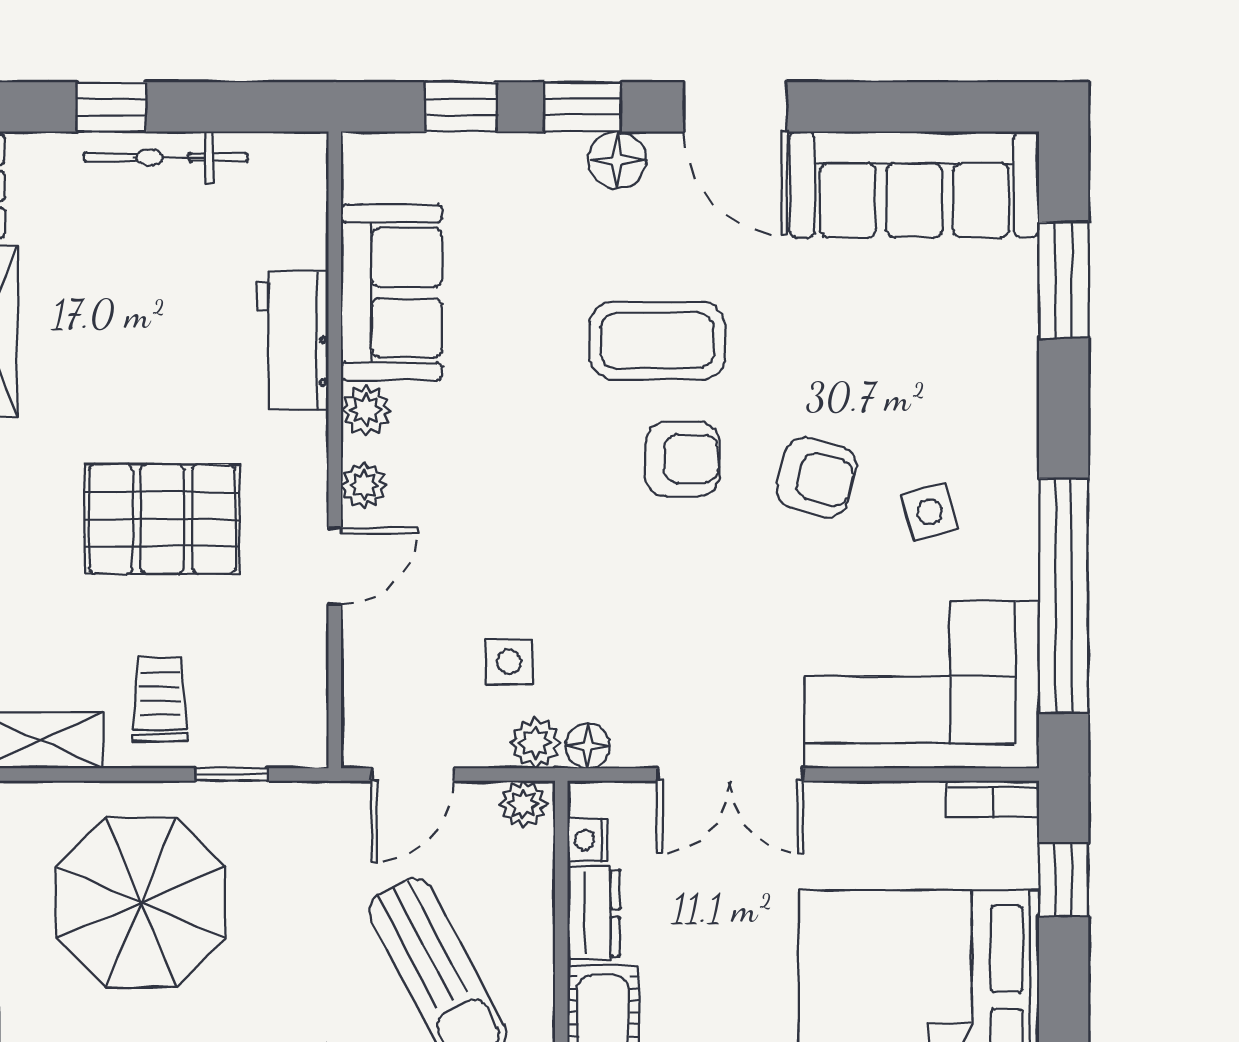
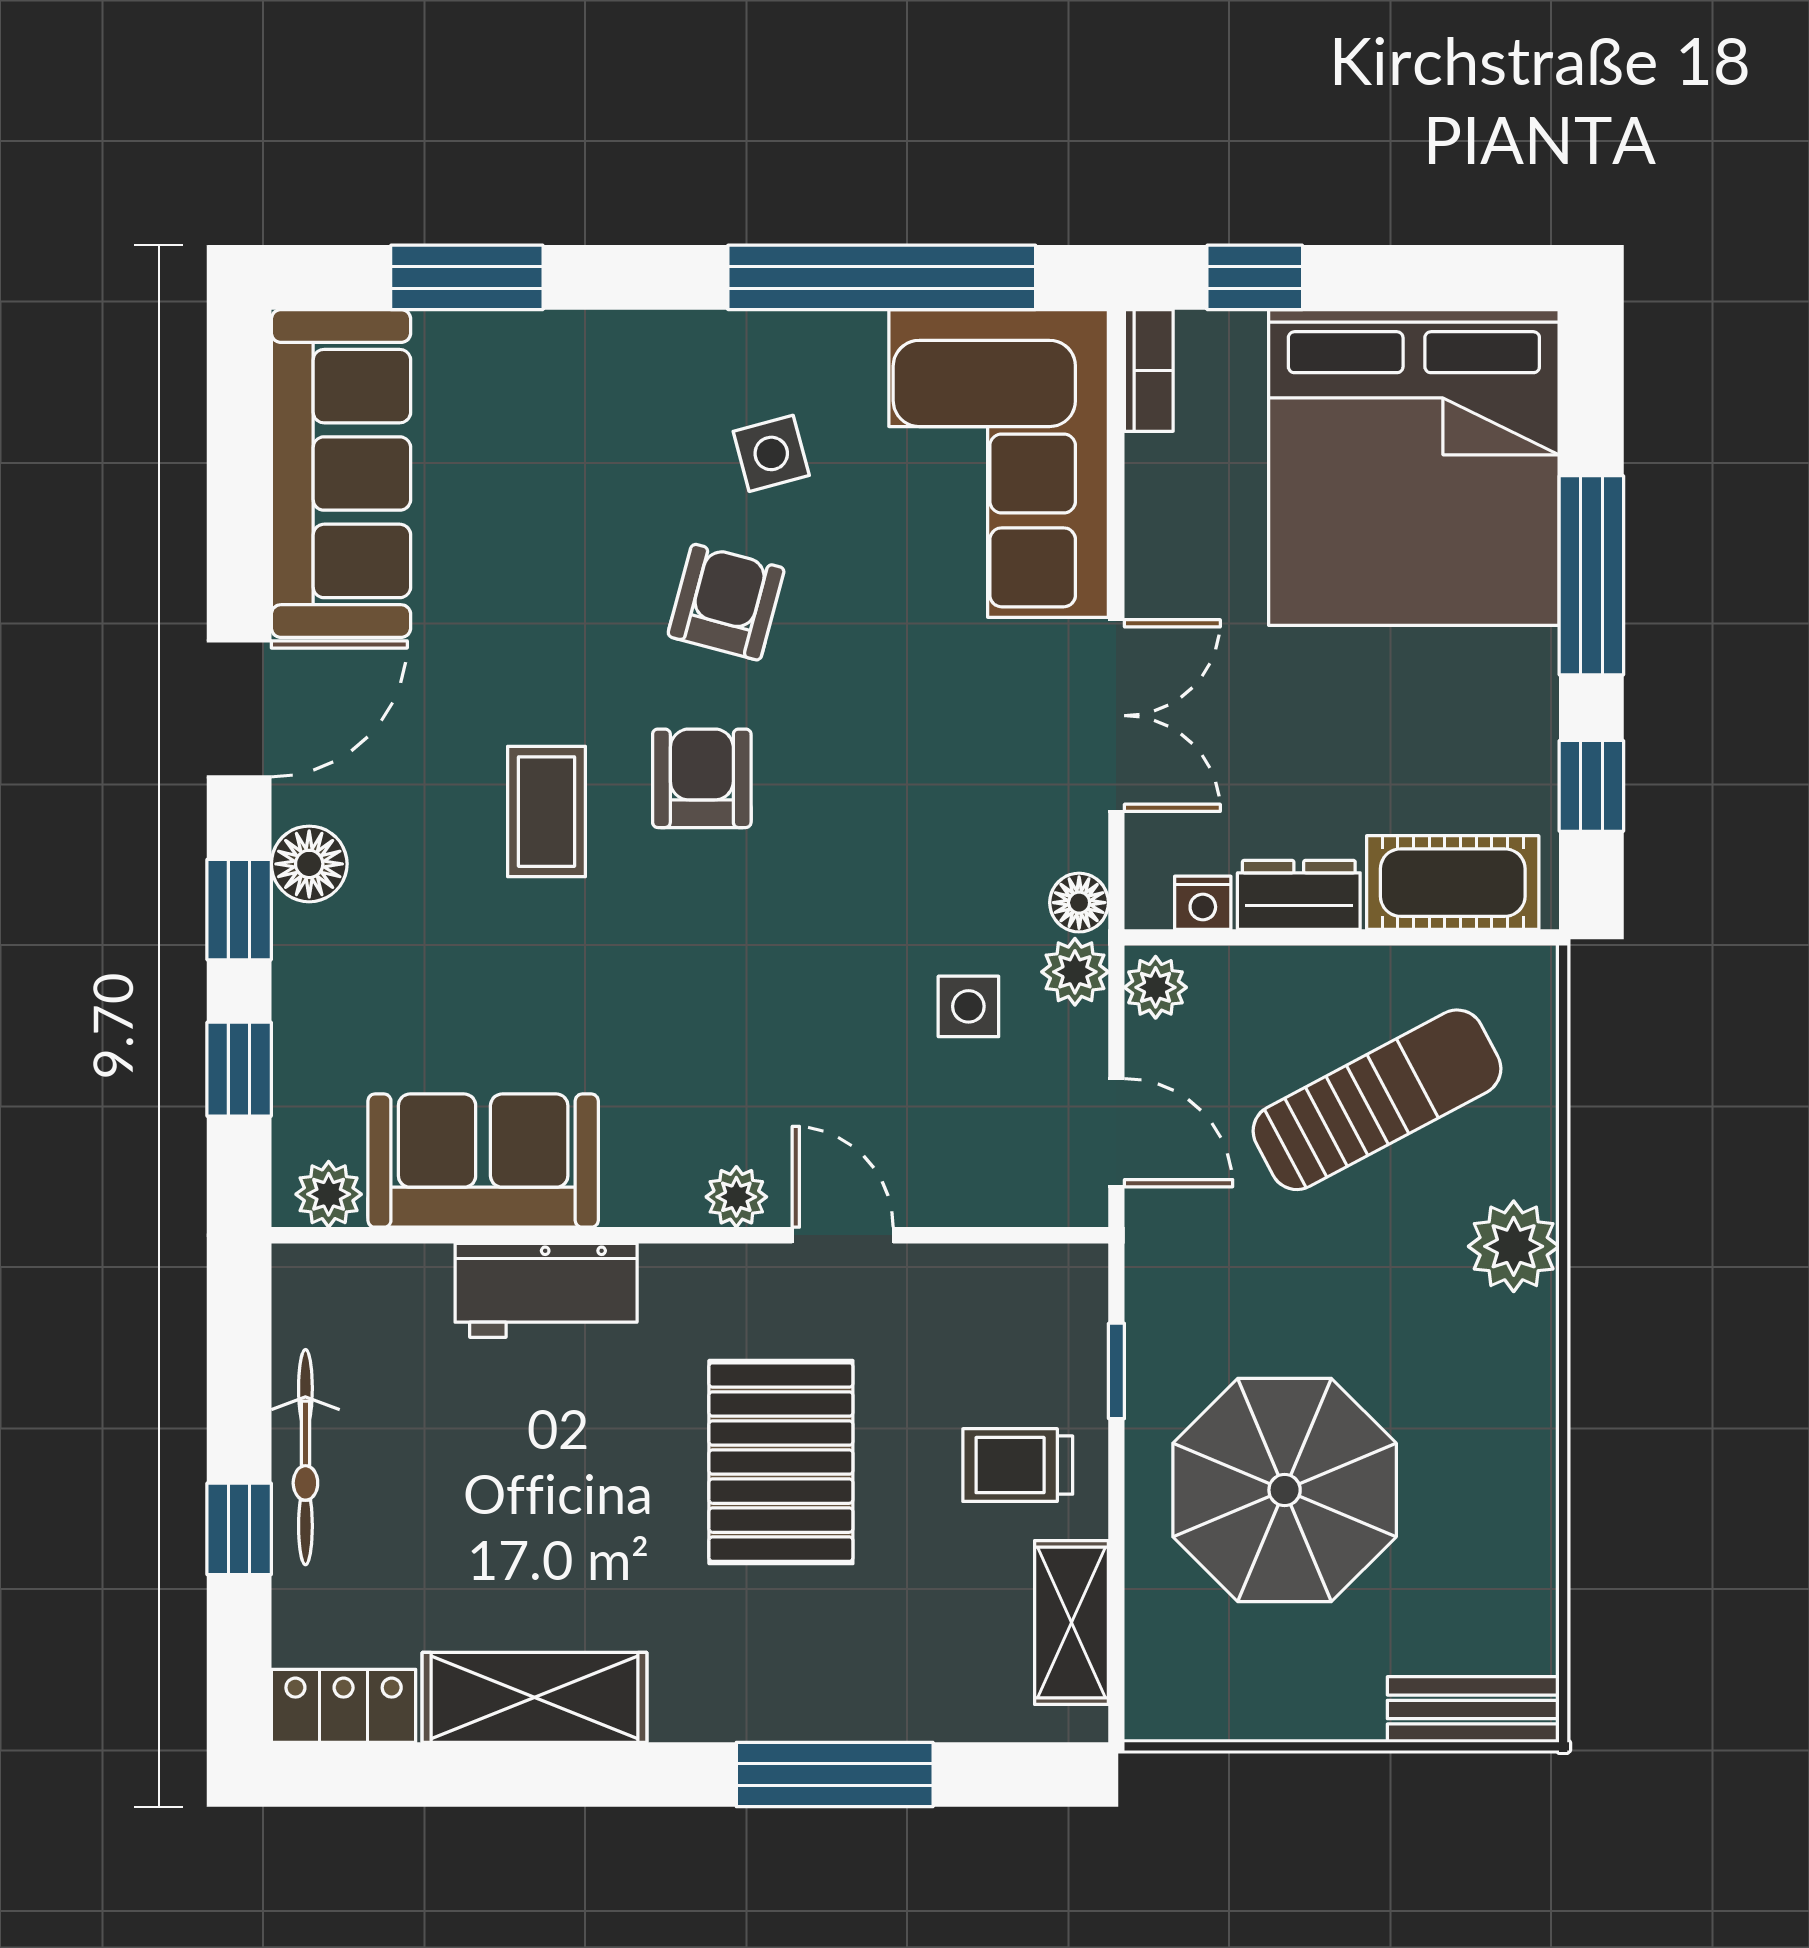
coffee table: (657, 341) -> (546, 812), width x0.73, depth x0.77
plant: (366, 410) -> (329, 1194), moved

